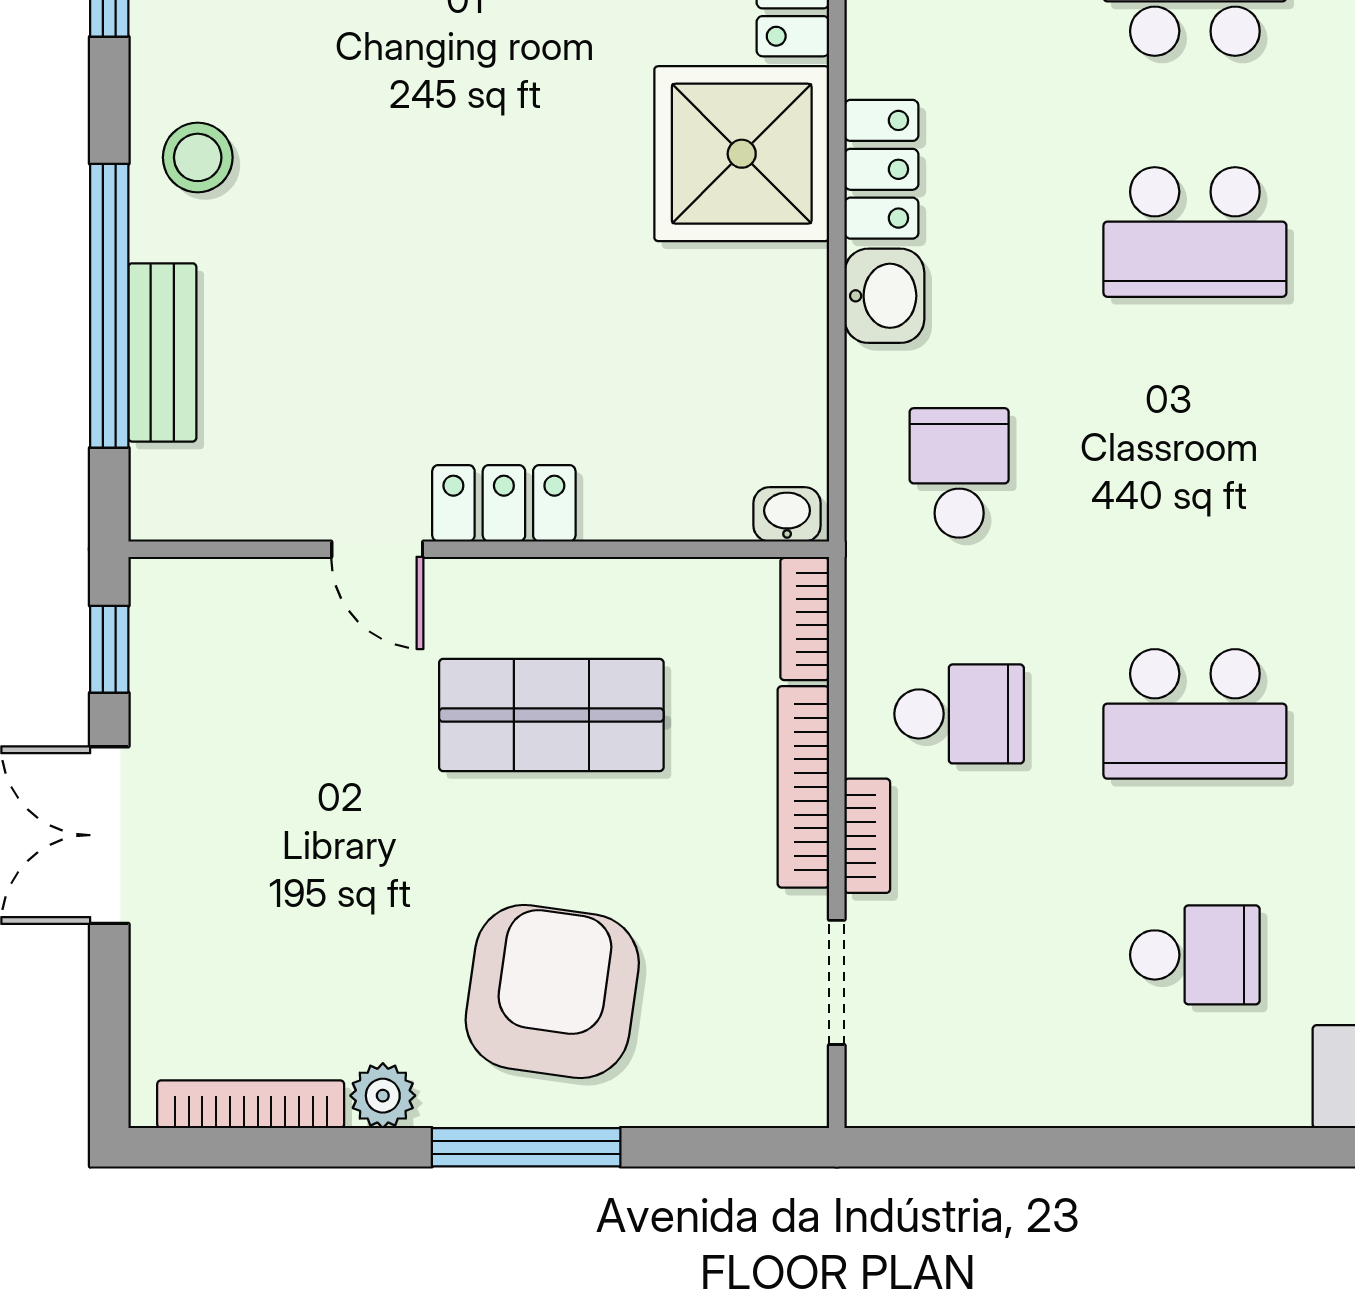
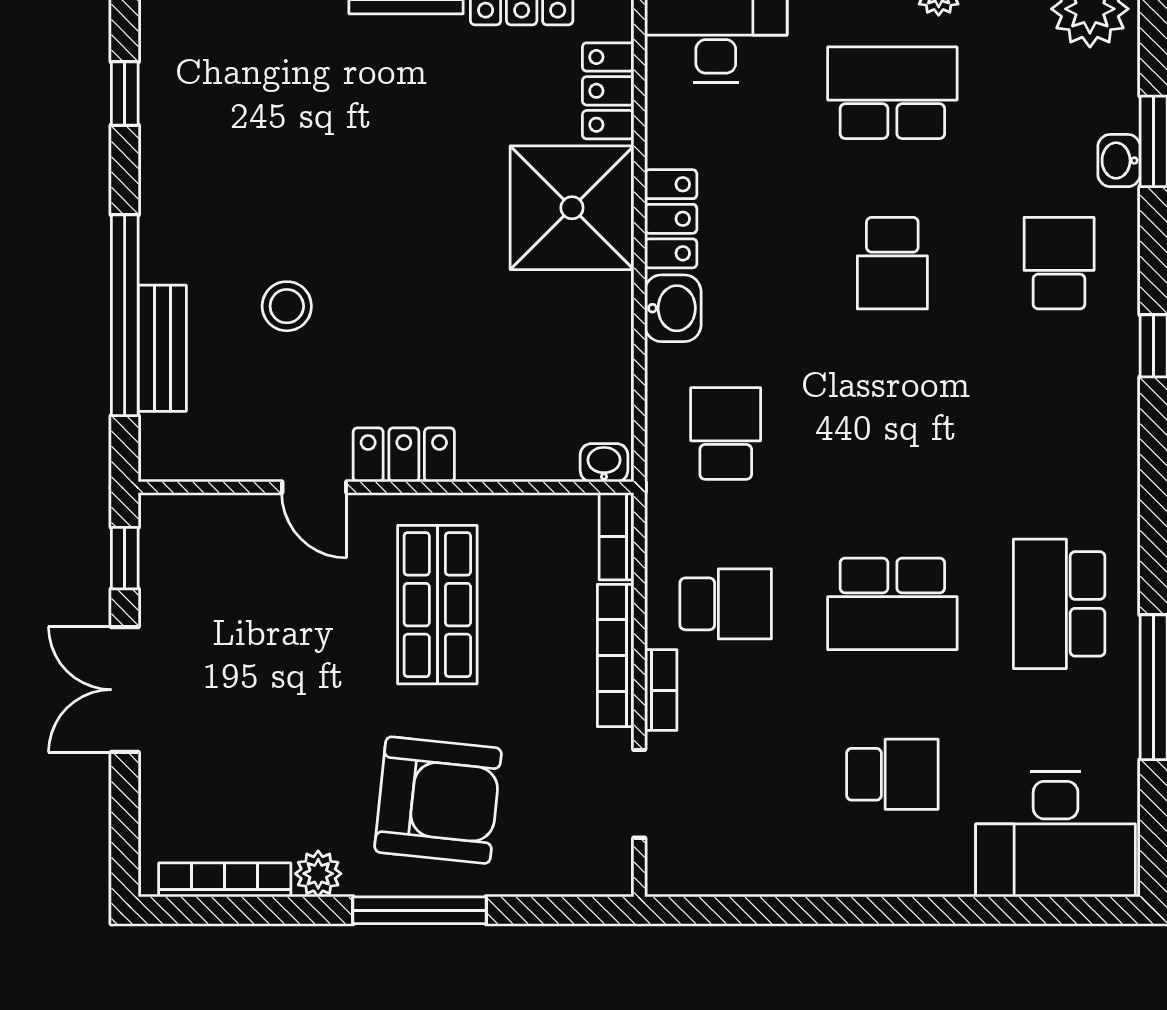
stool: (198, 157) -> (287, 306), moved
school desk: (1195, 232) -> (892, 263), width x0.54
shop shelf: (551, 715) -> (437, 605), turned 90
armchair: (552, 992) -> (438, 800), turned 88

